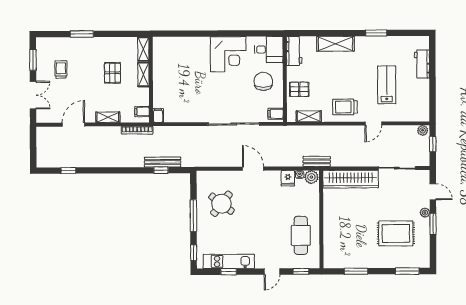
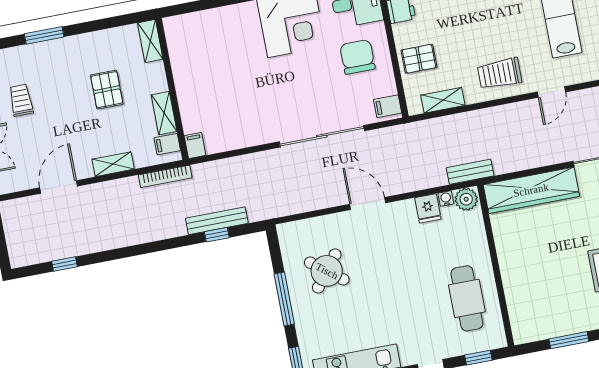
shelving: (143, 75) -> (164, 113), moved

